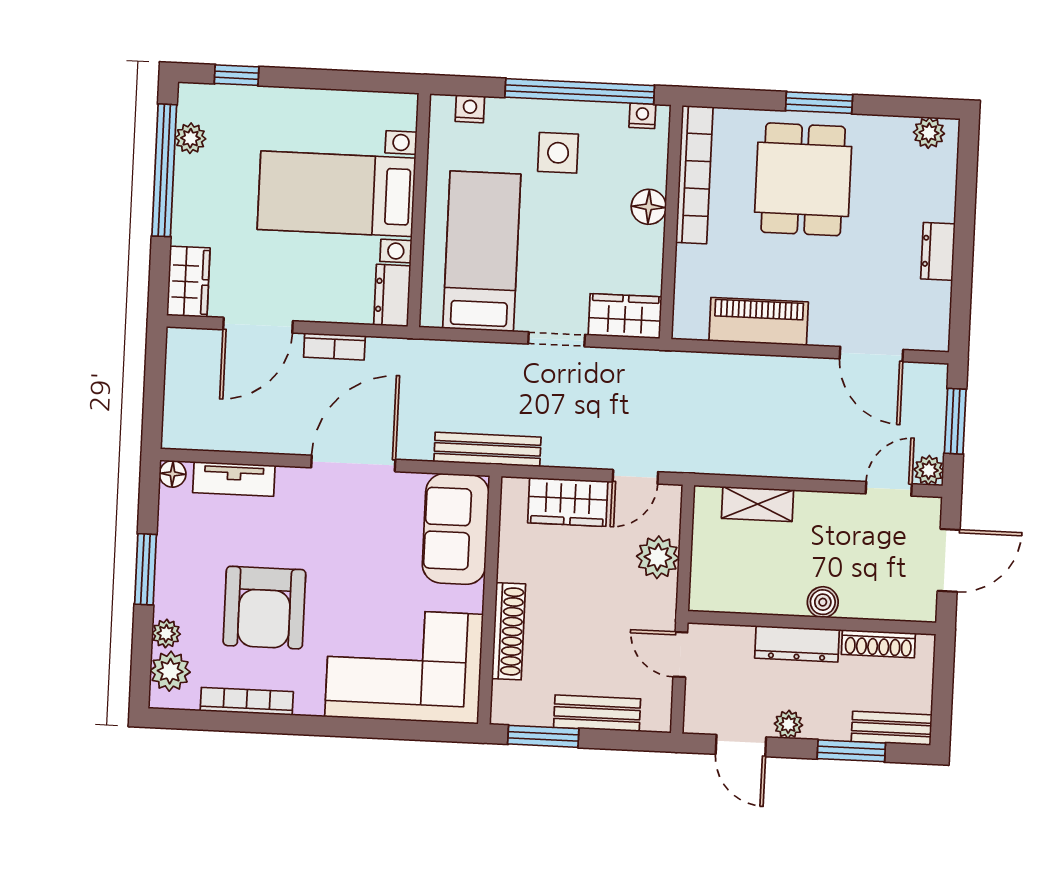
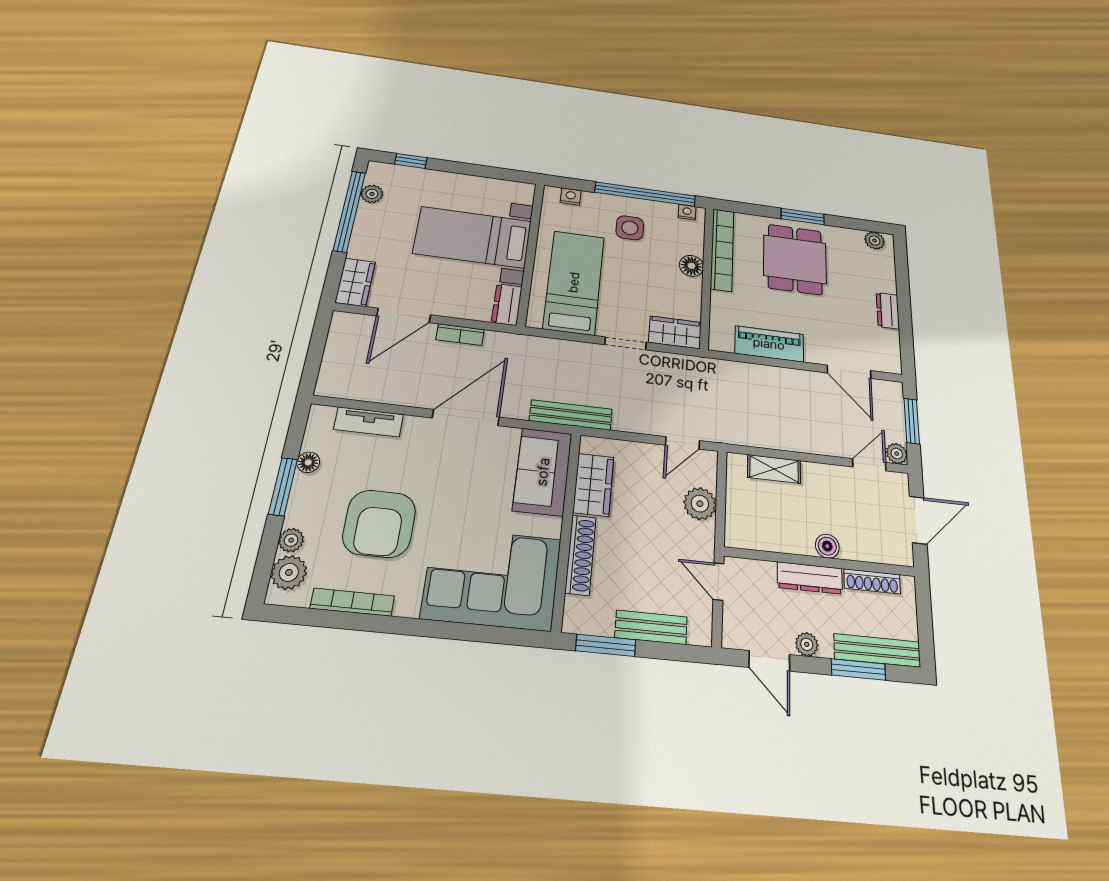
floor lamp: (173, 474) -> (308, 462), moved
wardrobe: (568, 502) -> (593, 485), moved, turned -90
bench: (892, 728) -> (877, 650), width x1.36

